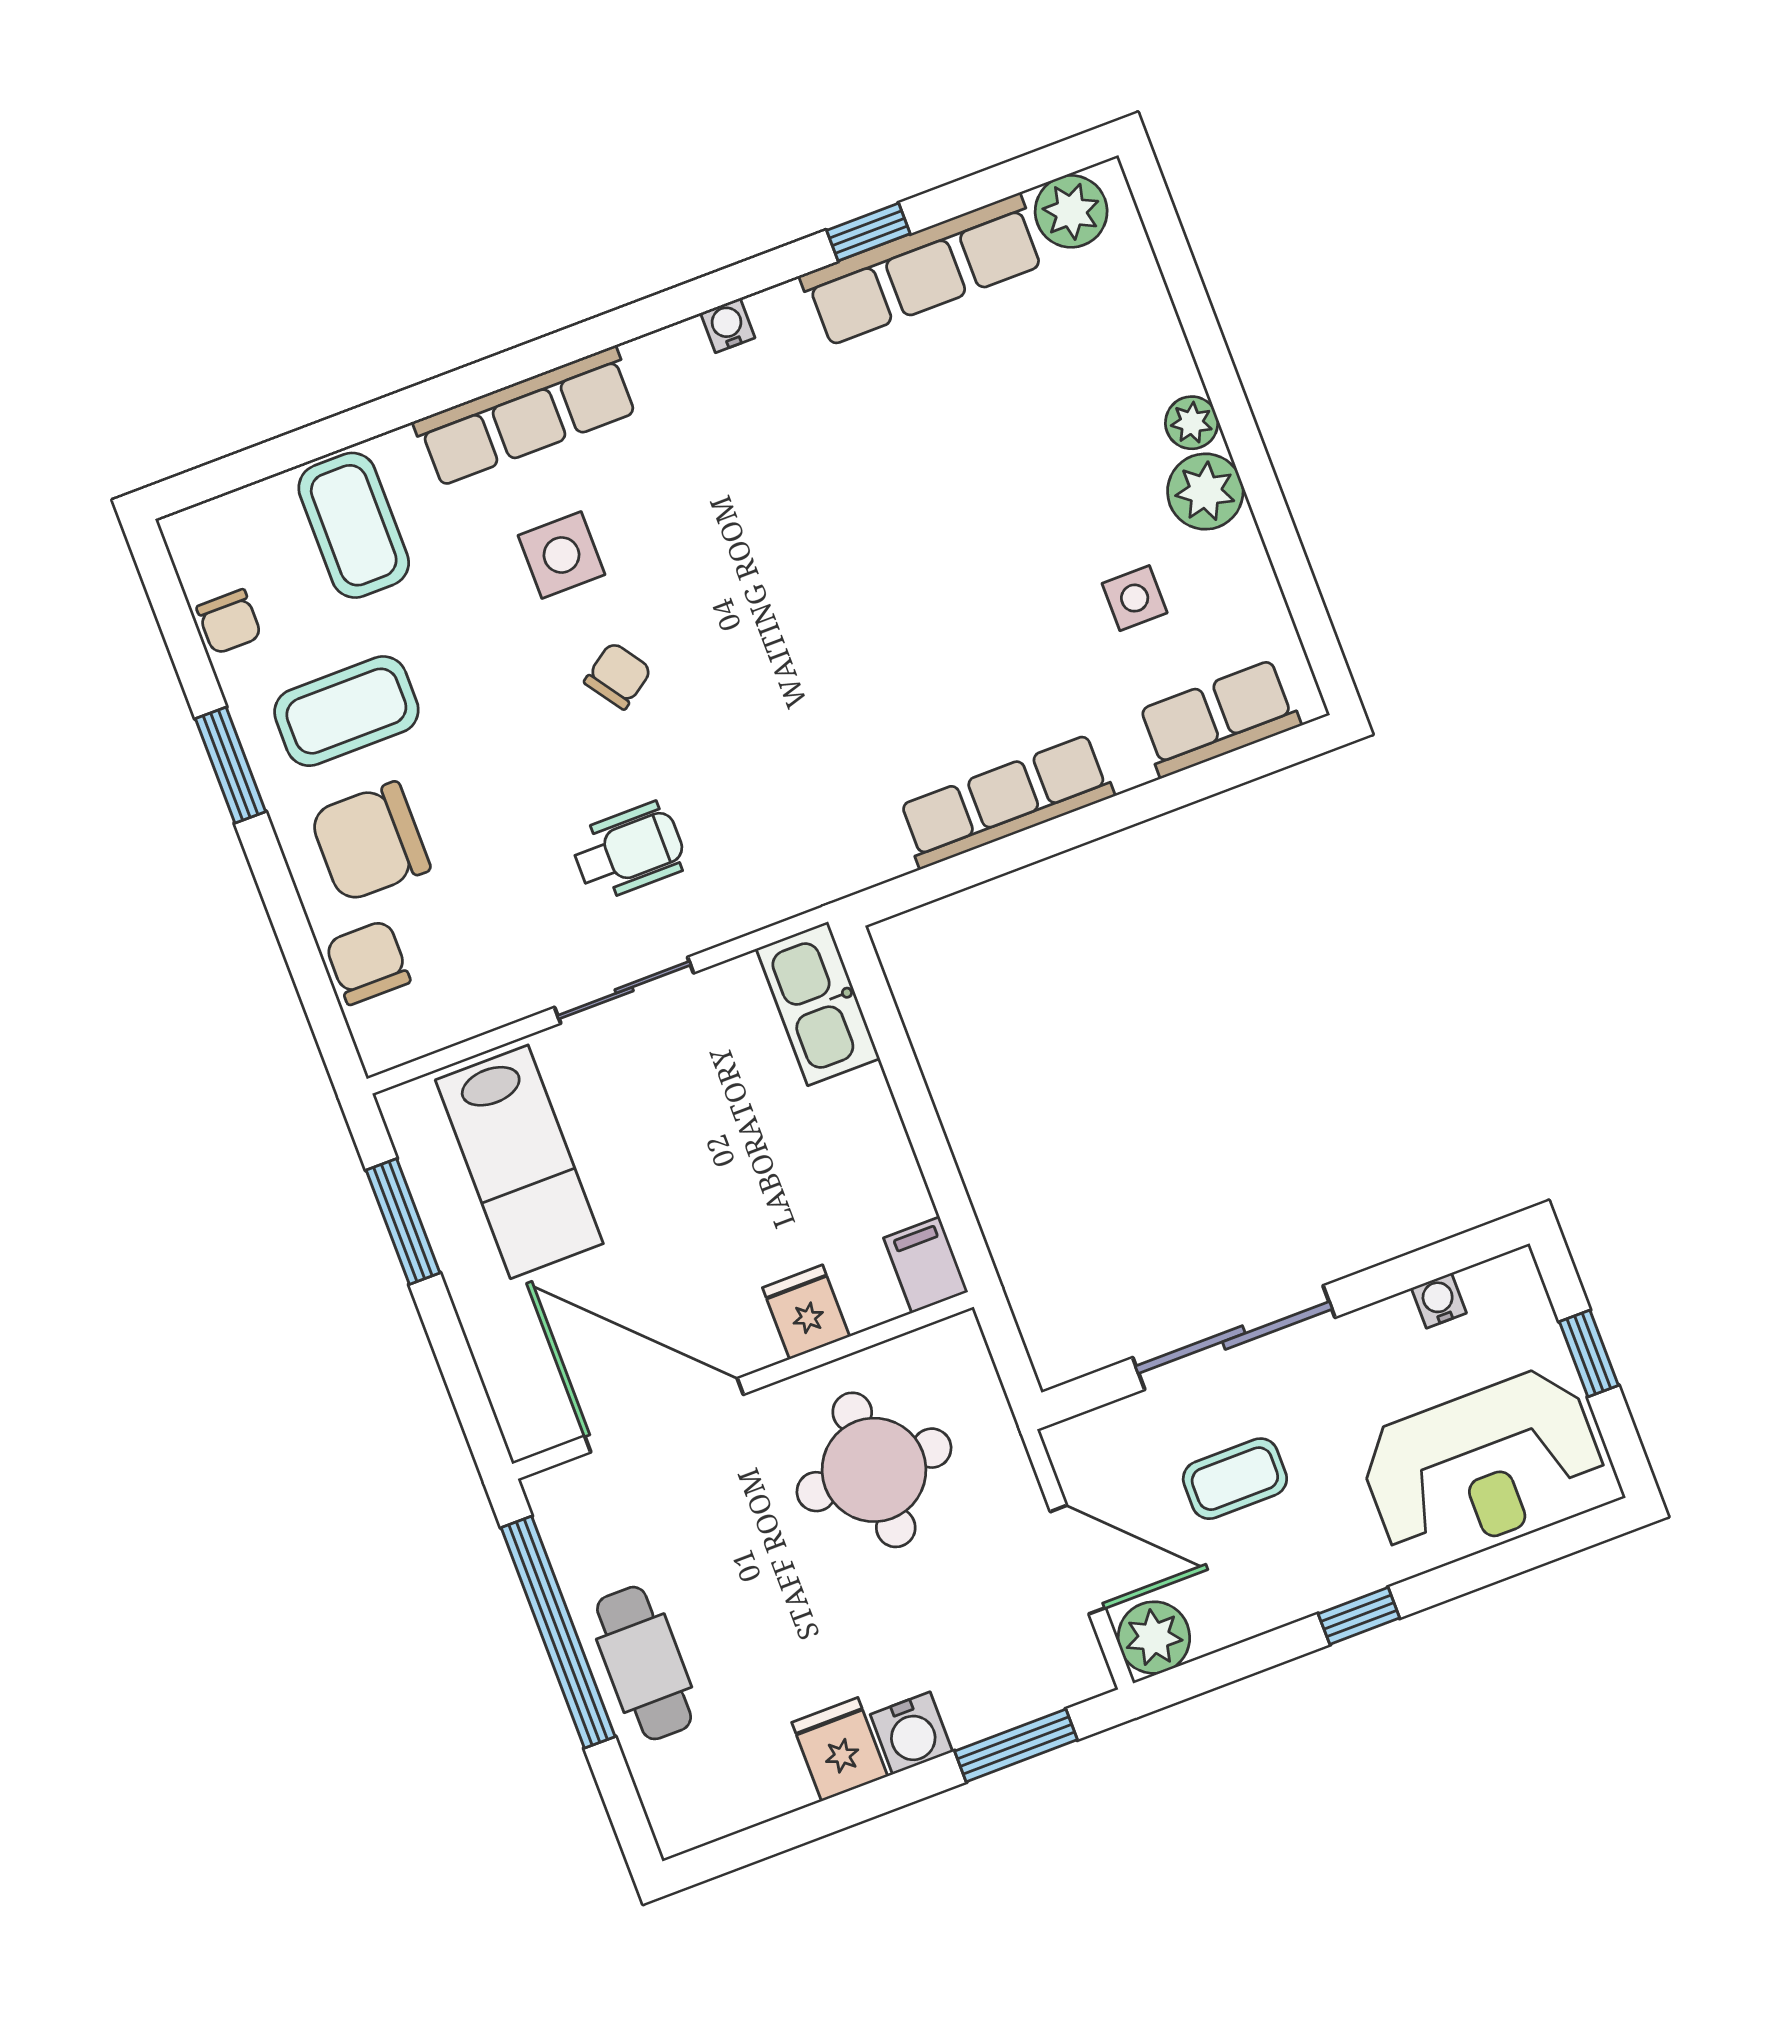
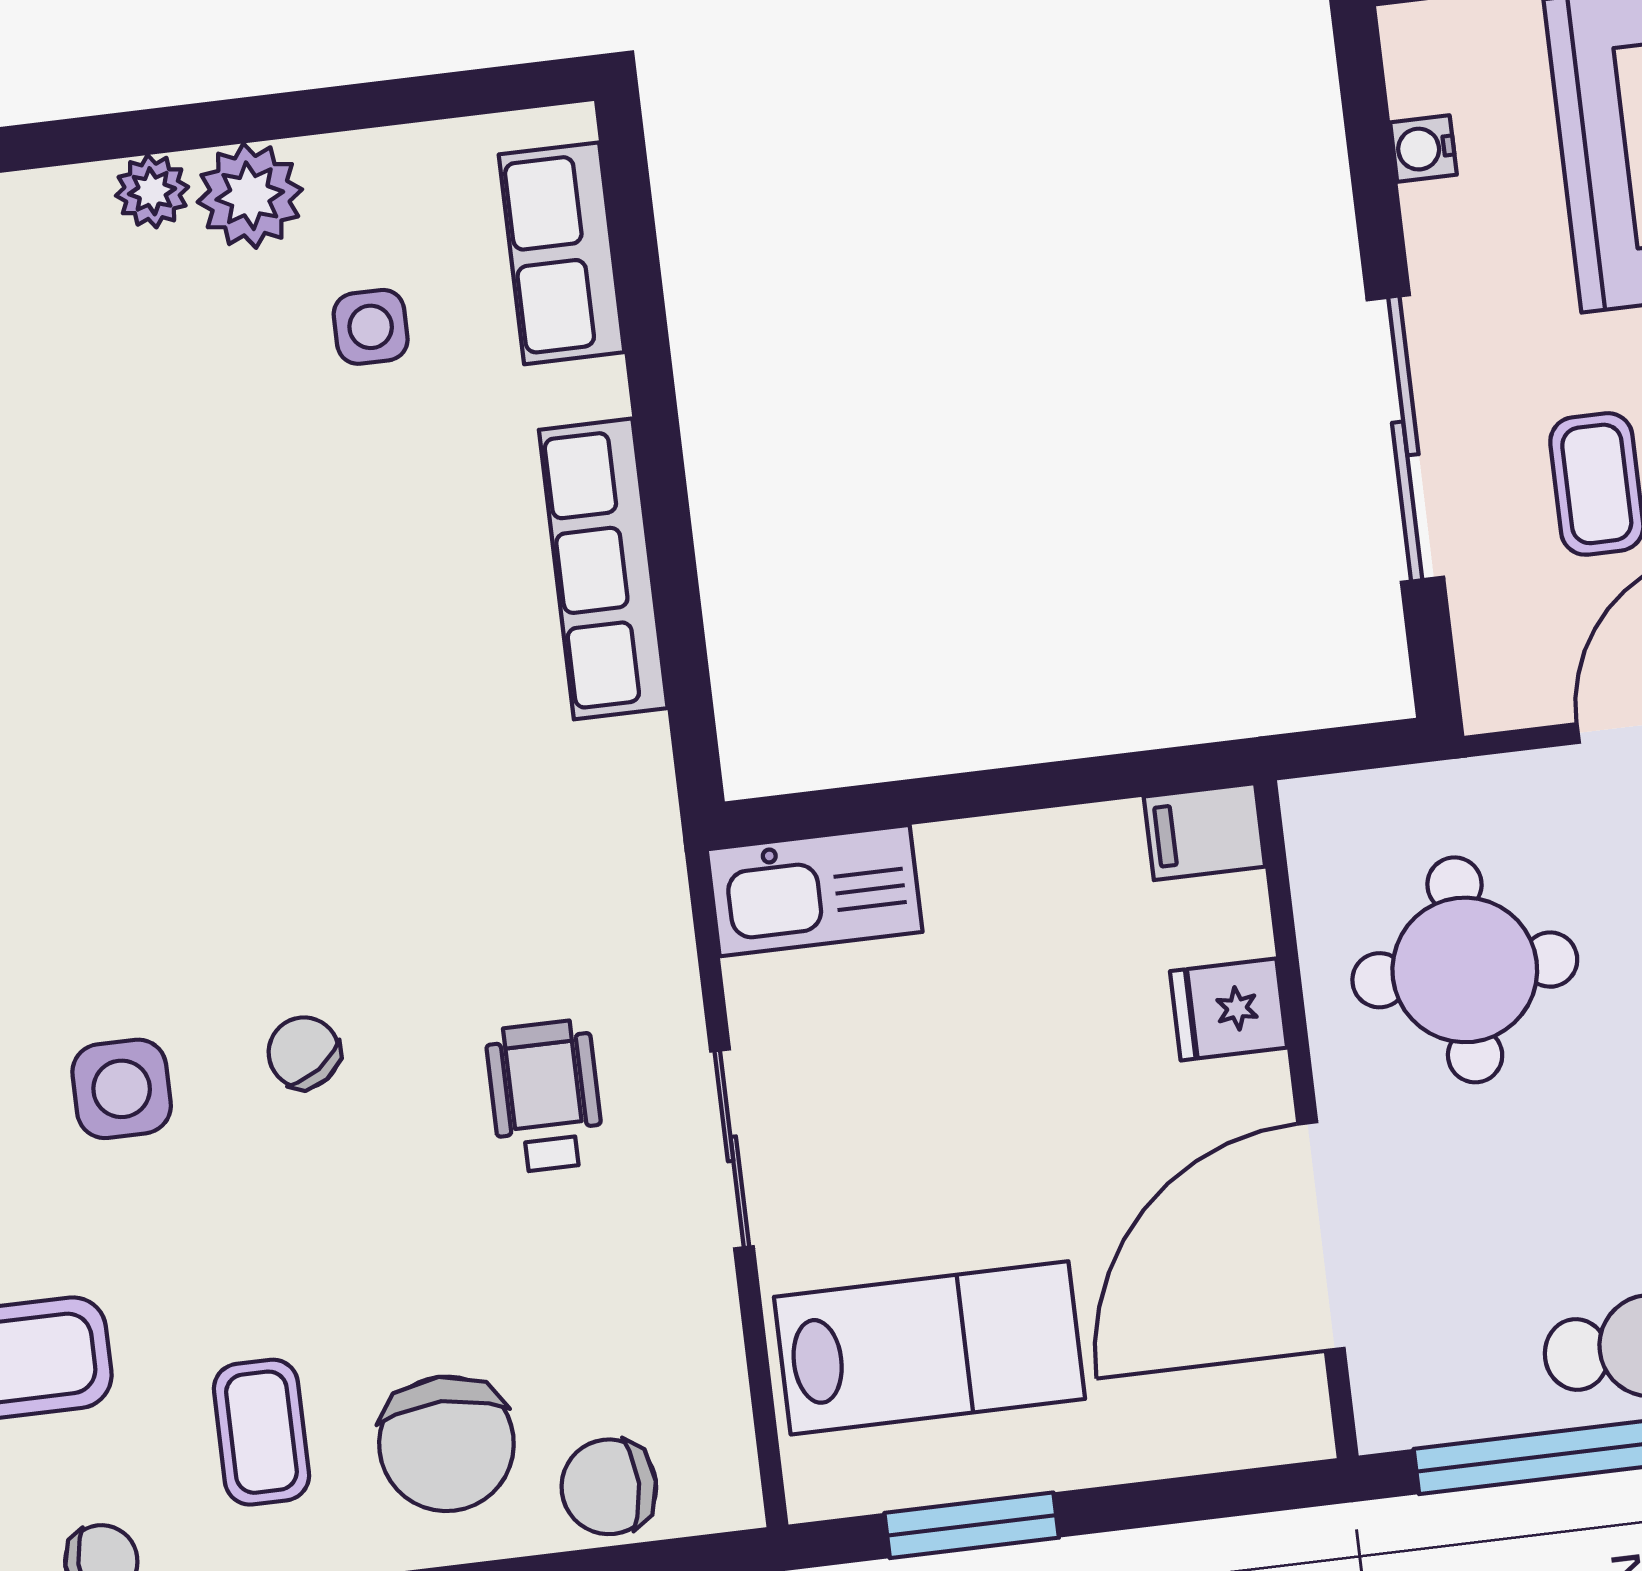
coffee table: (346, 711) -> (261, 1432), width x0.73, depth x0.77

